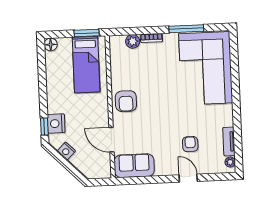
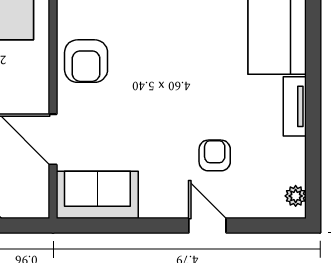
tv unit: (229, 141) -> (295, 106), moved

